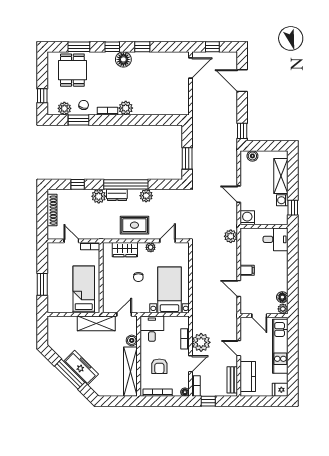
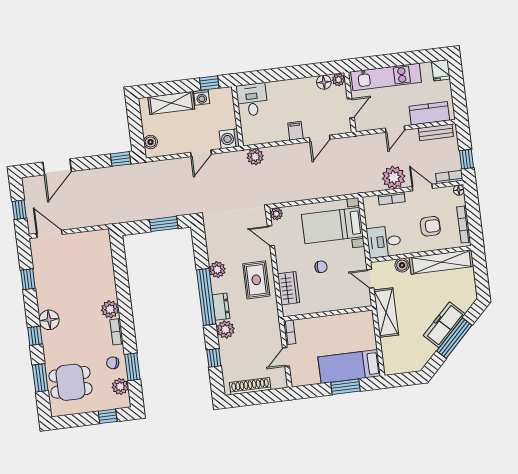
window: (142, 47) -> (28, 279), moved
plant: (151, 247) -> (276, 214), moved
bed: (84, 289) -> (349, 366), moved

